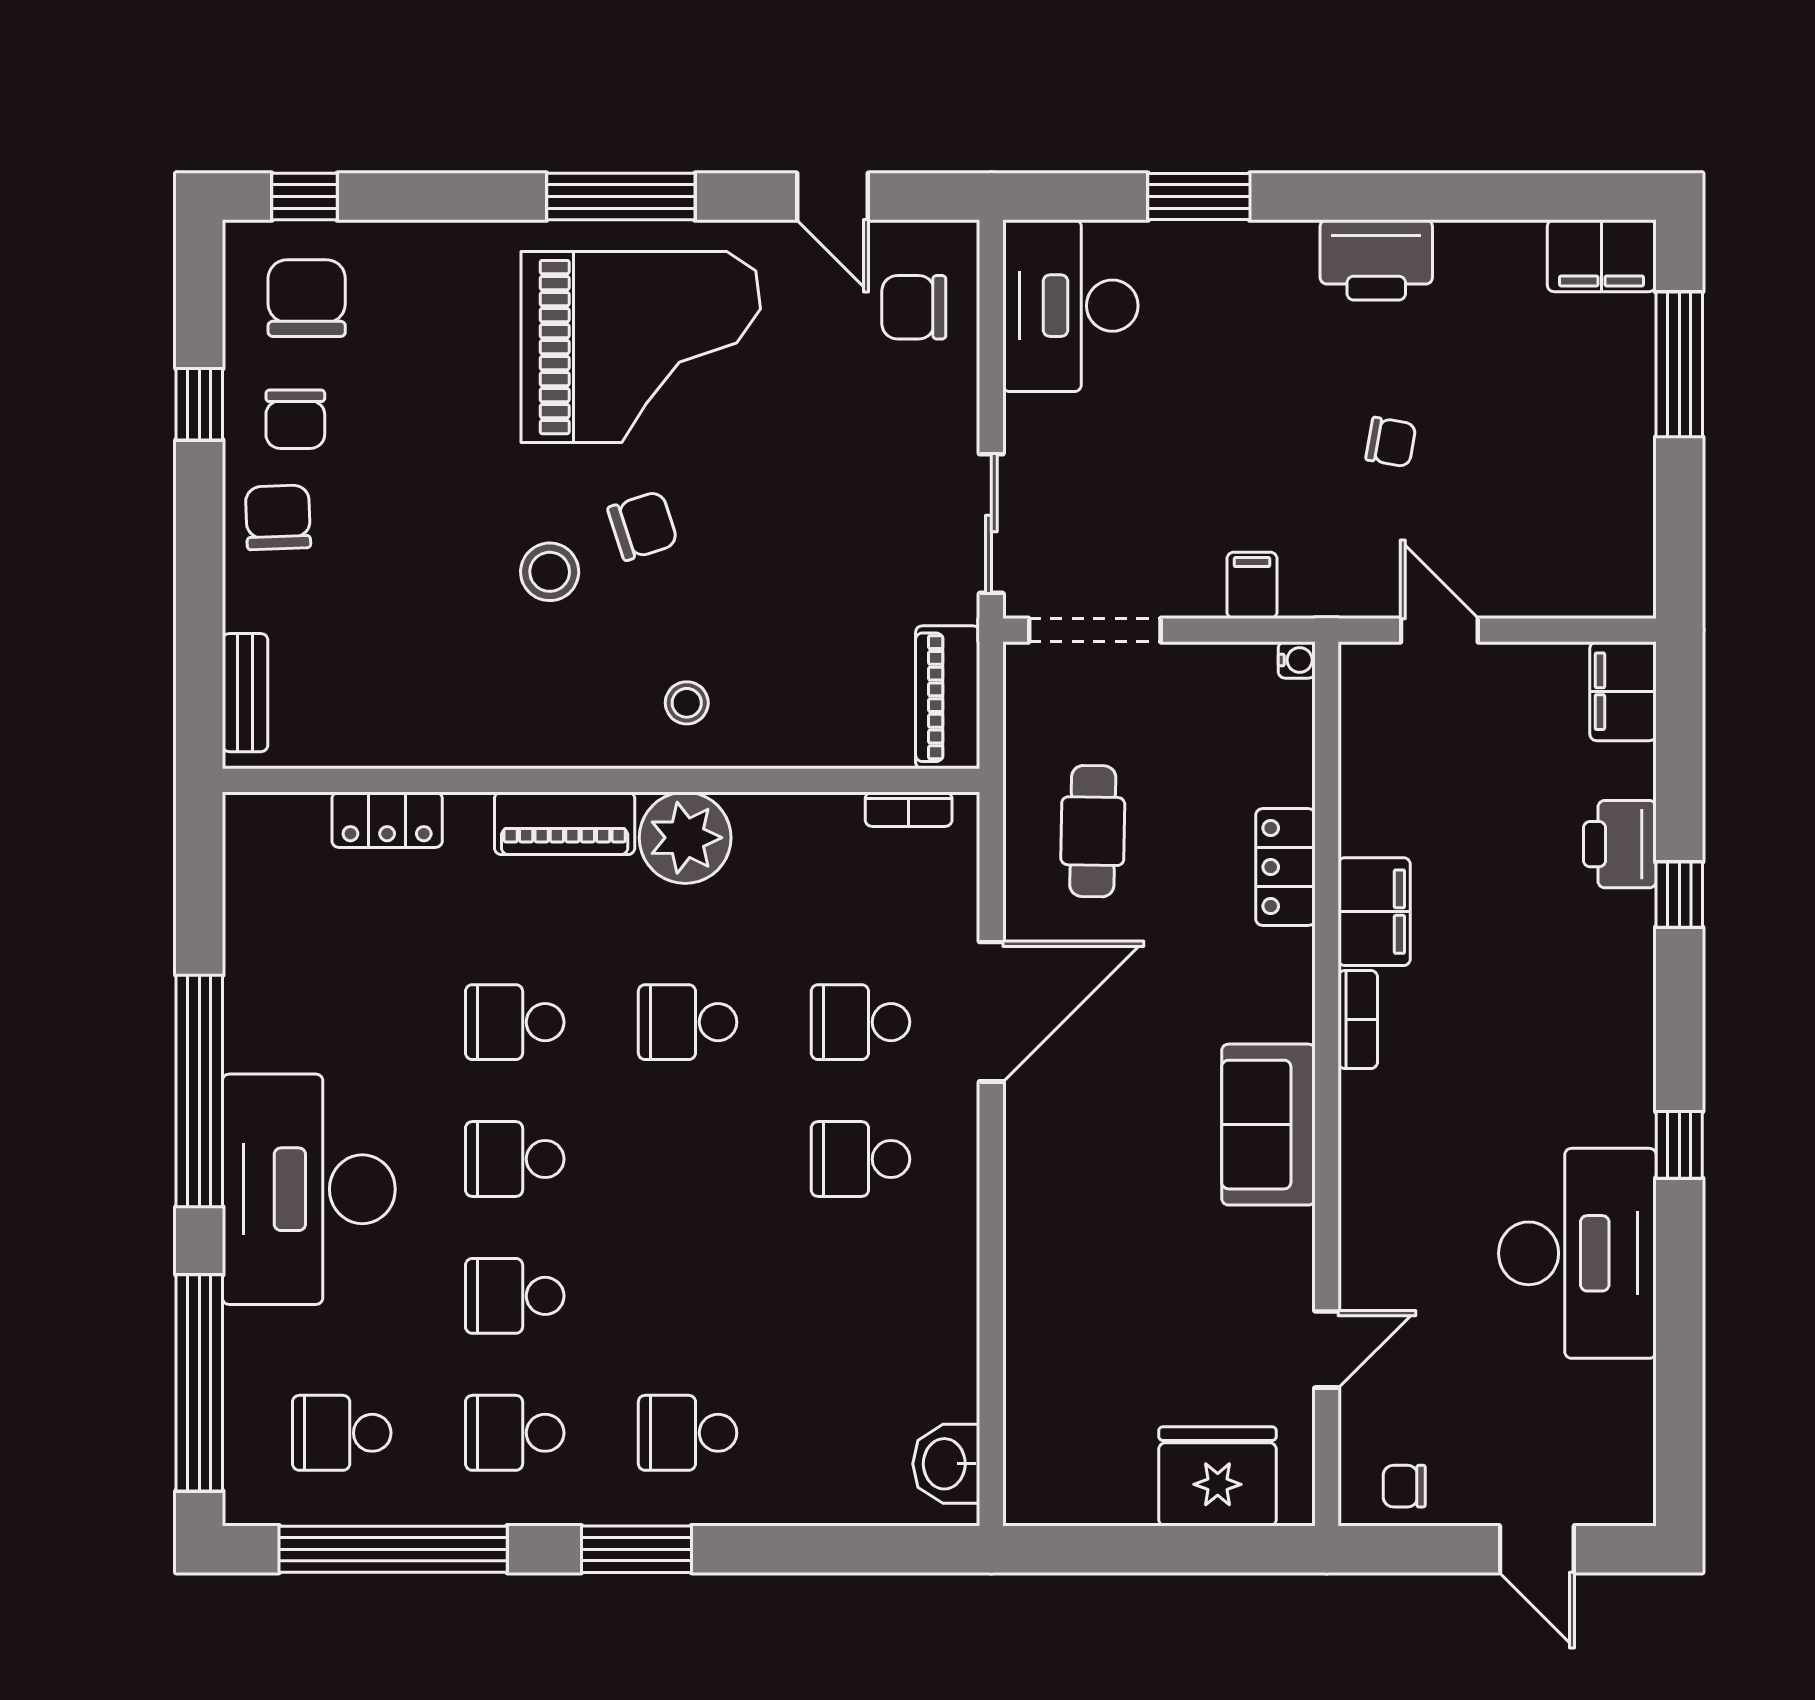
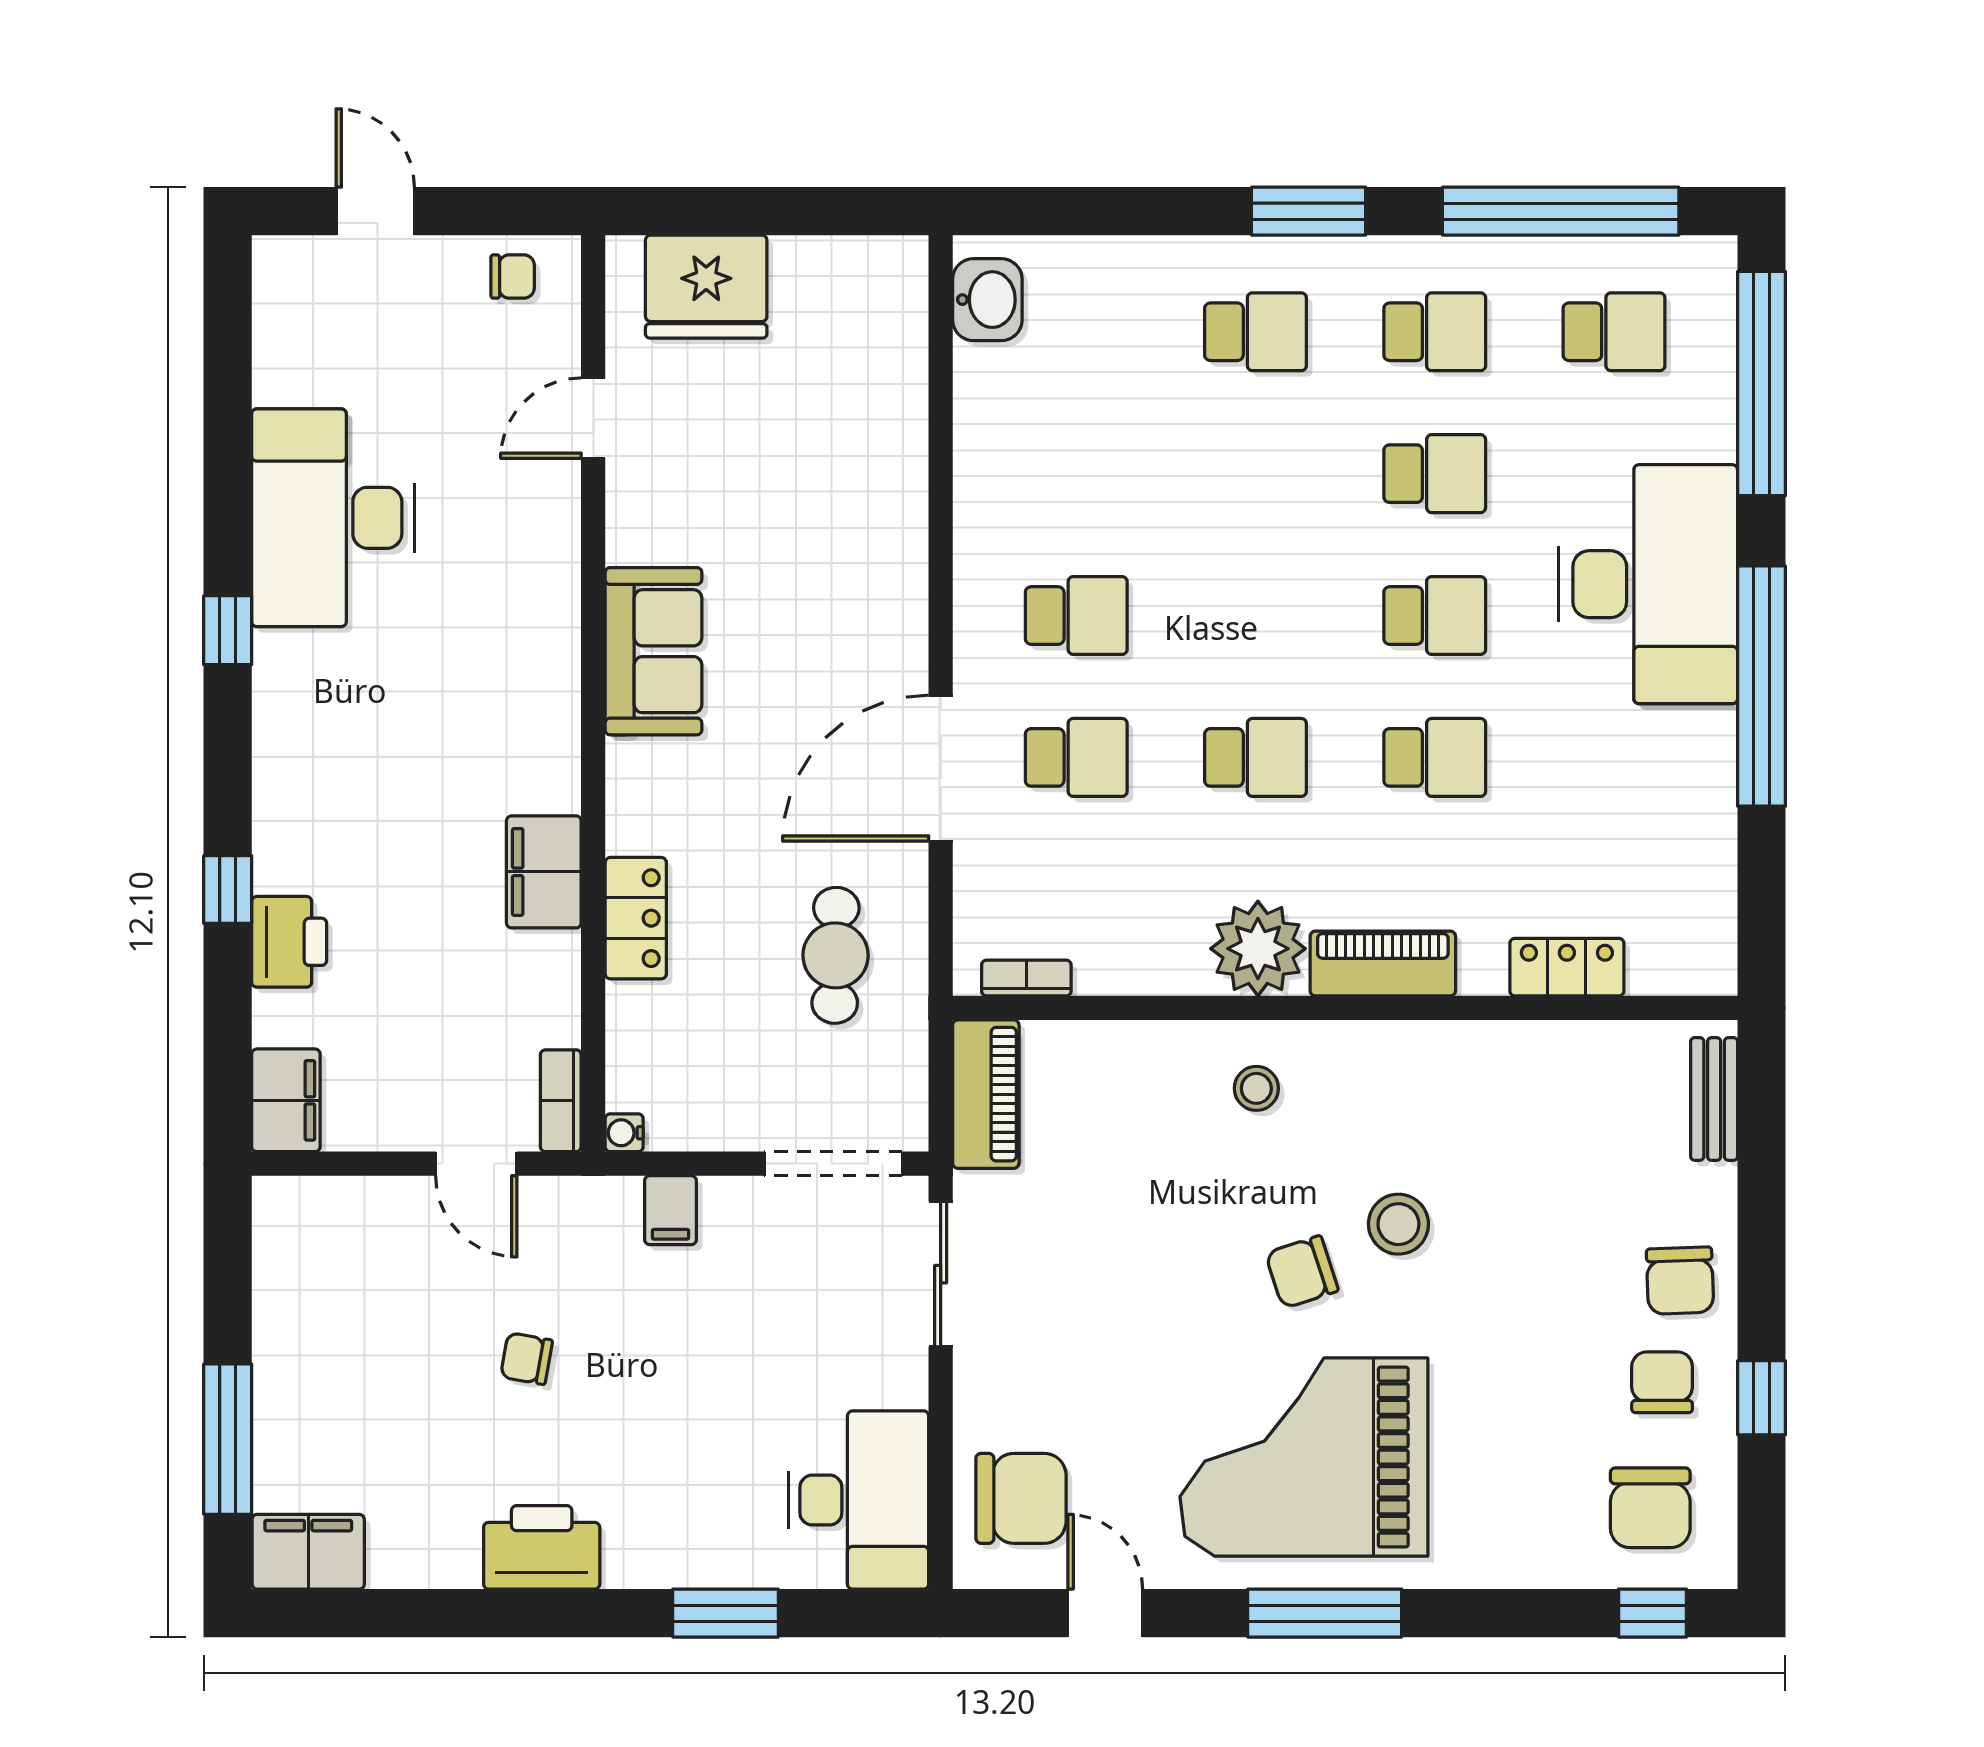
chair: (914, 307) -> (1021, 1498), width x1.37, depth x1.37
bookcase: (1358, 1019) -> (561, 1101), moved

